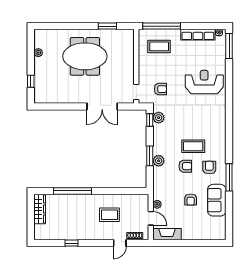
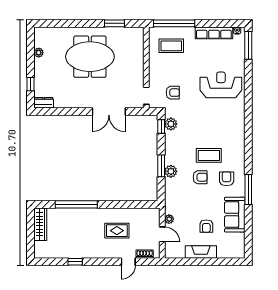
dresser: (43, 98) -> (44, 103), added
armchair: (191, 200) -> (206, 226), moved
fireplace: (167, 234) -> (201, 252), moved

